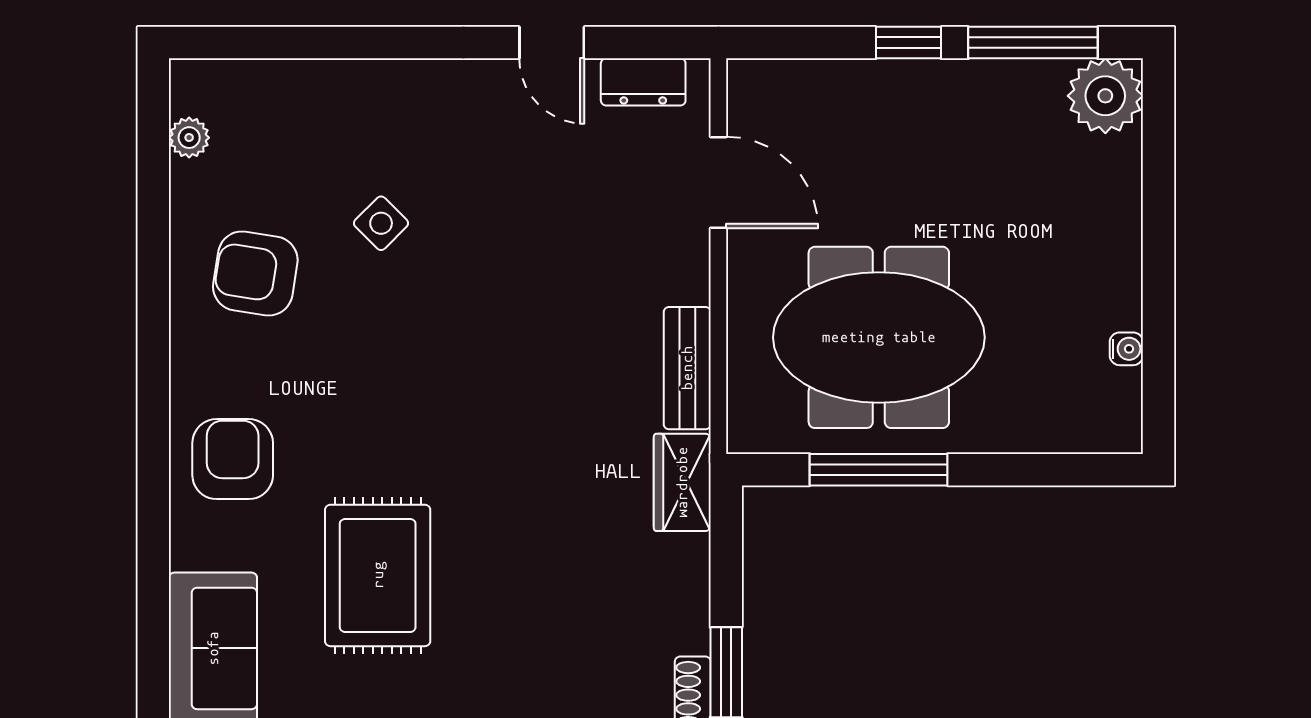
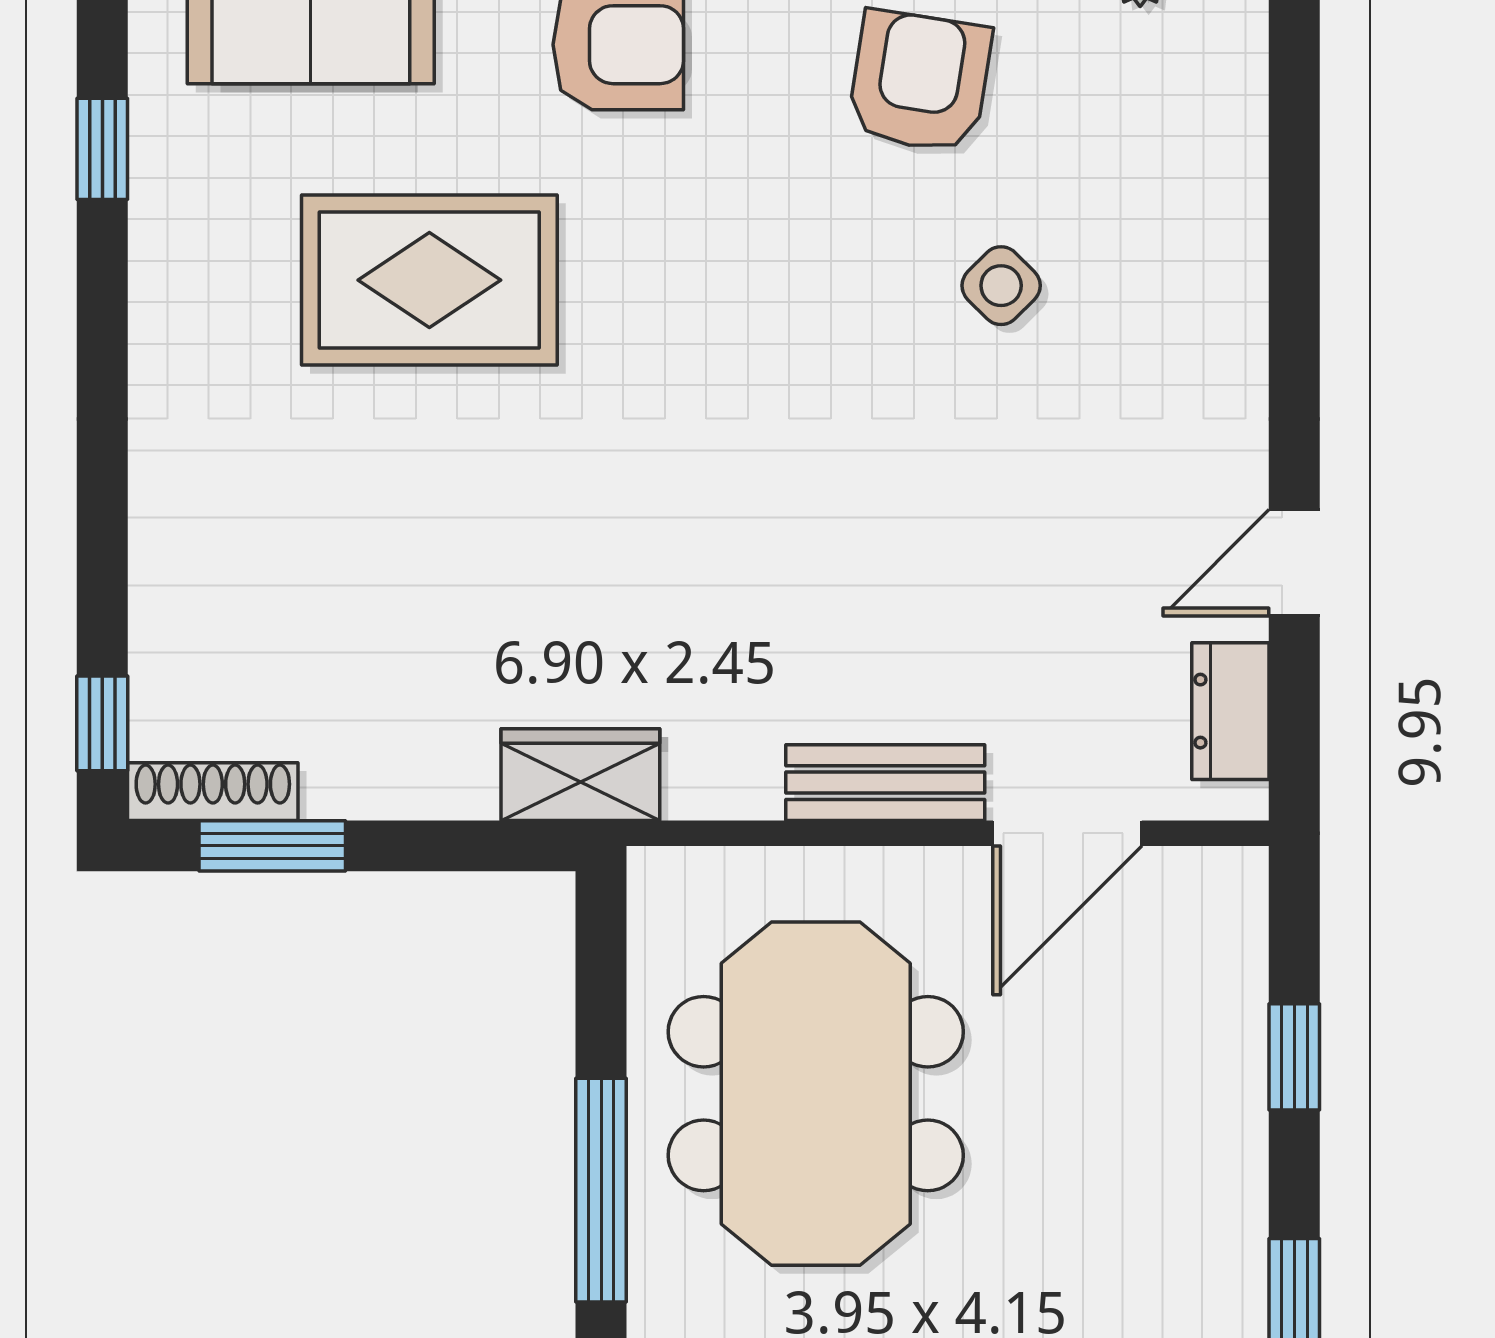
window: (908, 43) -> (1294, 1057), moved
bench: (687, 368) -> (885, 783), moved
window: (879, 470) -> (601, 1190), moved

